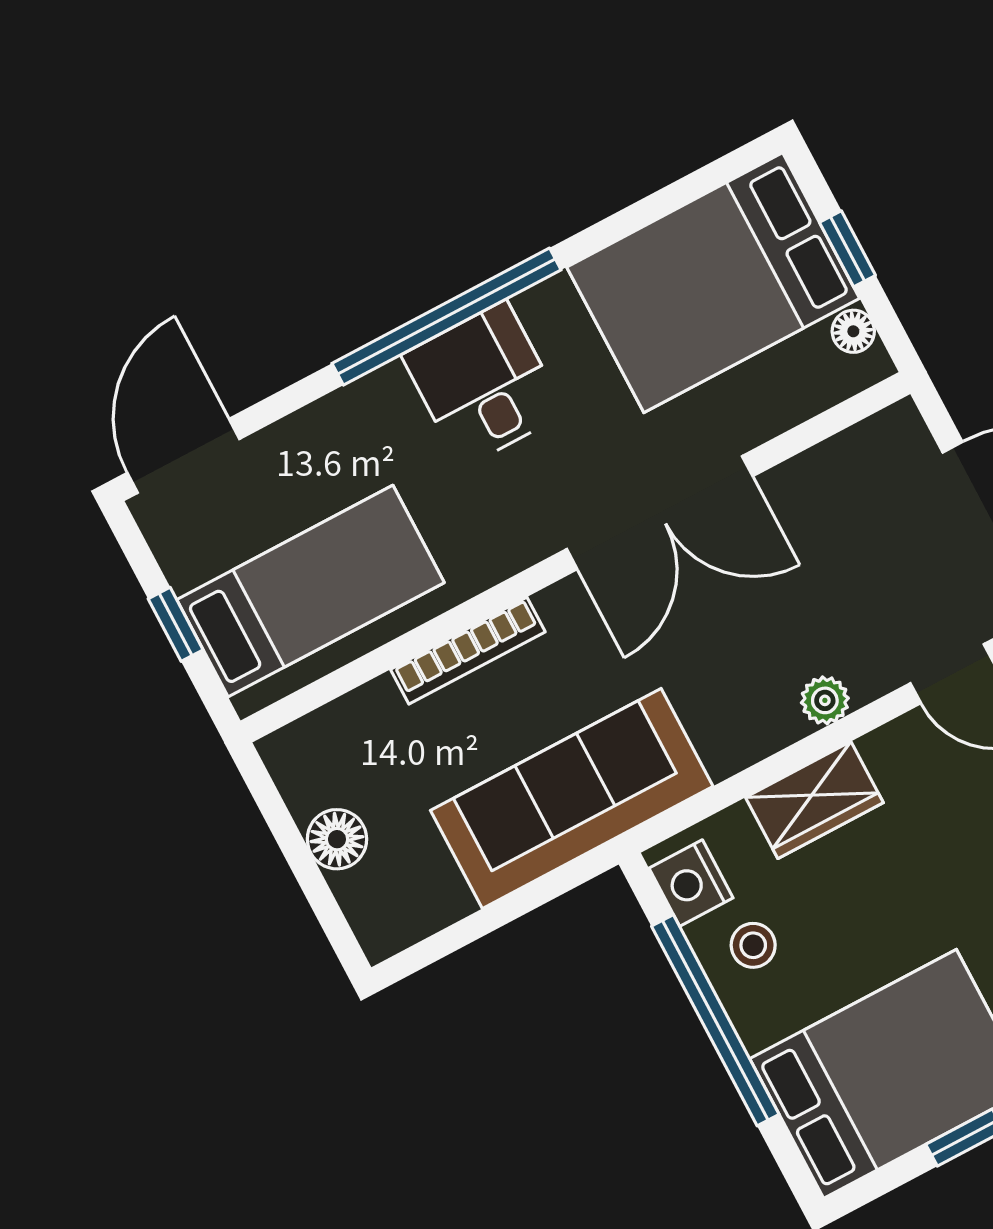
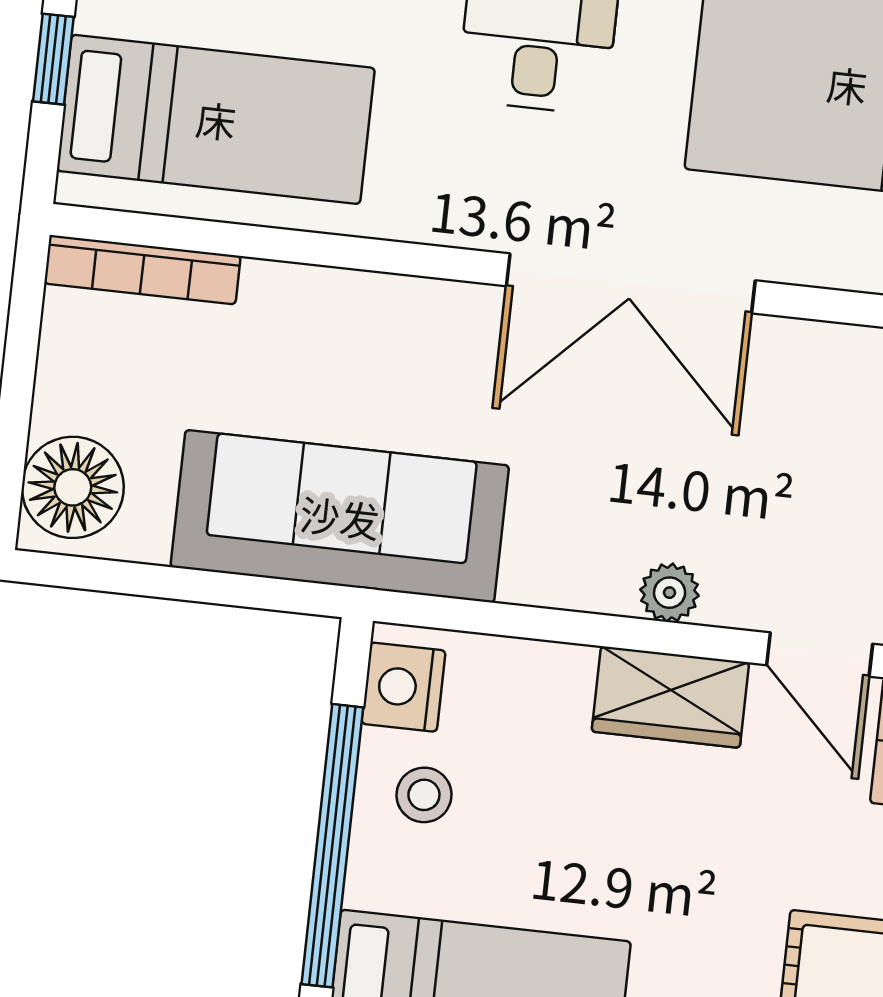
bookcase: (468, 651) -> (142, 270), moved
wardrobe: (814, 800) -> (670, 697), moved
floor lamp: (337, 839) -> (73, 487), moved, width x1.38, depth x1.38

